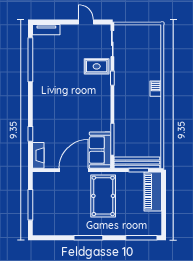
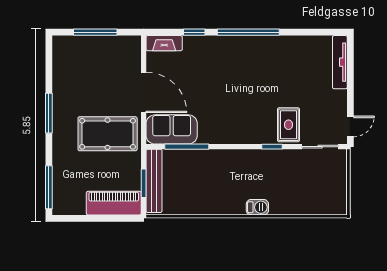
door: (86, 22) -> (350, 126), moved
tv unit: (46, 30) -> (340, 62), width x1.41
window: (30, 60) -> (248, 32), moved

